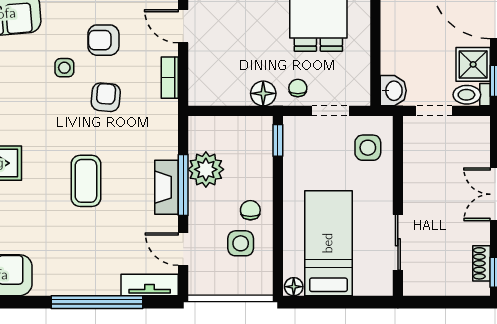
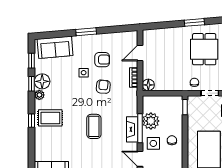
door: (183, 26) -> (140, 53), hinge flipped
armchair: (103, 40) -> (102, 60), turned 180
floor lamp: (263, 93) -> (148, 85), moved
side table: (241, 243) -> (153, 143), moved

